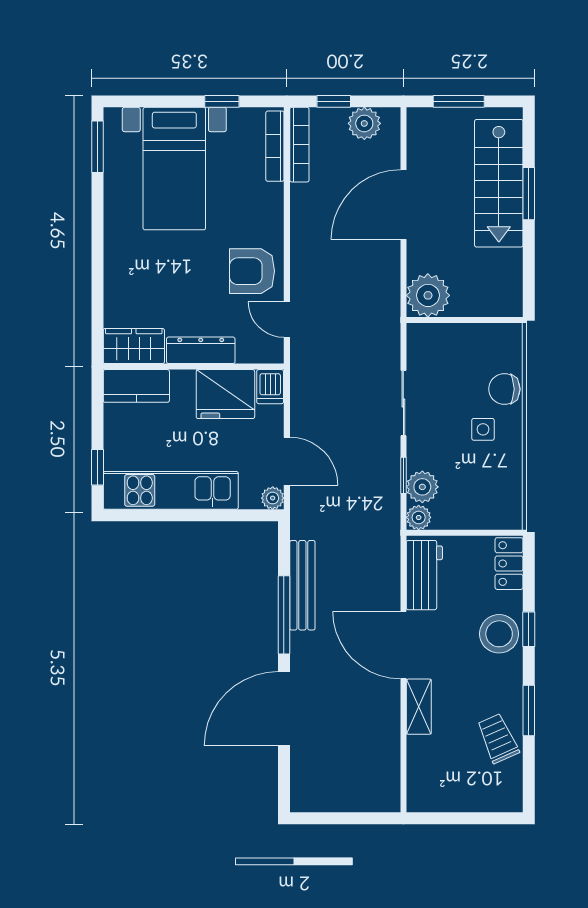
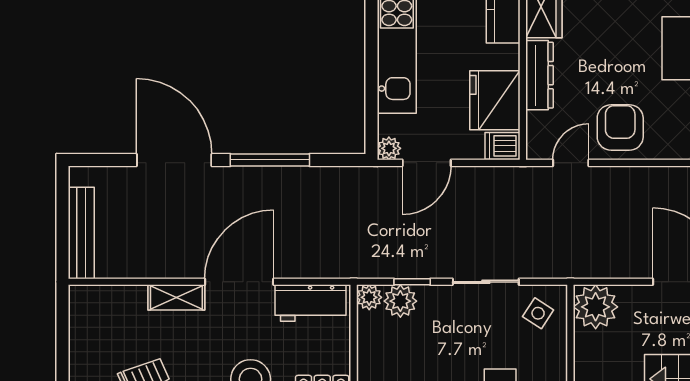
side table: (483, 429) -> (538, 313), moved, turned 33
bench: (302, 585) -> (81, 233), moved, turned 90

